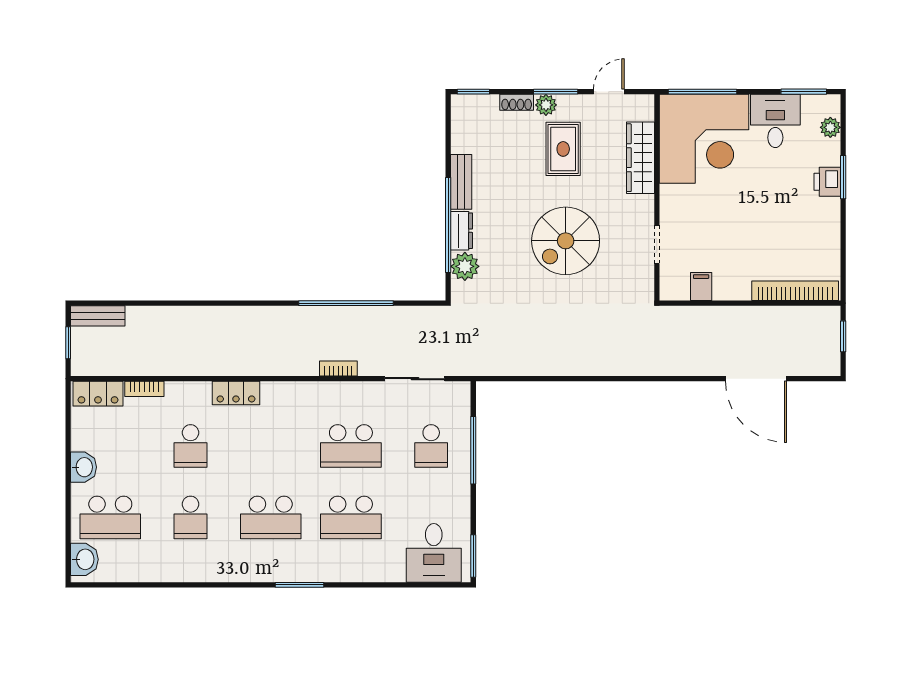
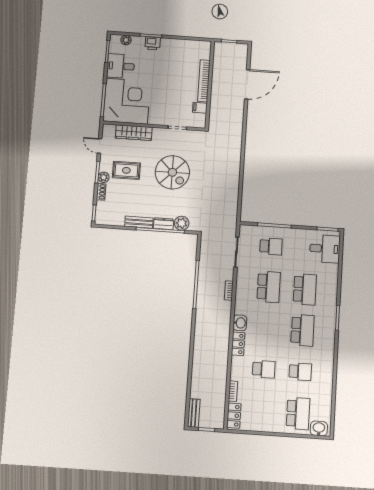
bookcase: (795, 291) -> (204, 81), moved
washbasin: (84, 467) -> (240, 323), moved, turned 90

